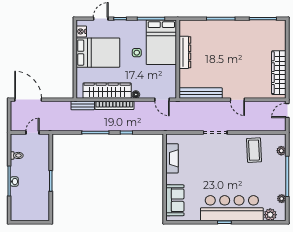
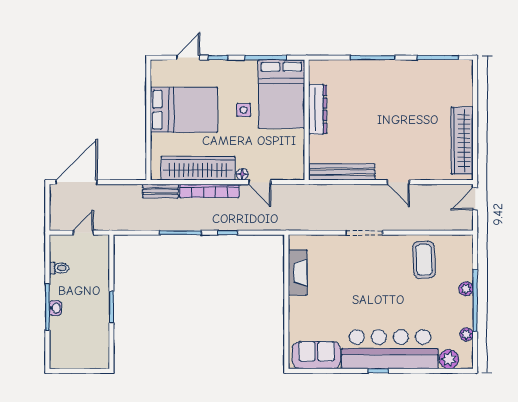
nightstand: (81, 31) -> (158, 77), removed
door: (28, 100) -> (77, 182), hinge flipped
door: (162, 100) -> (260, 182), moved
plant: (281, 151) -> (466, 289), moved
sofa: (175, 200) -> (317, 355), moved, turned -90

